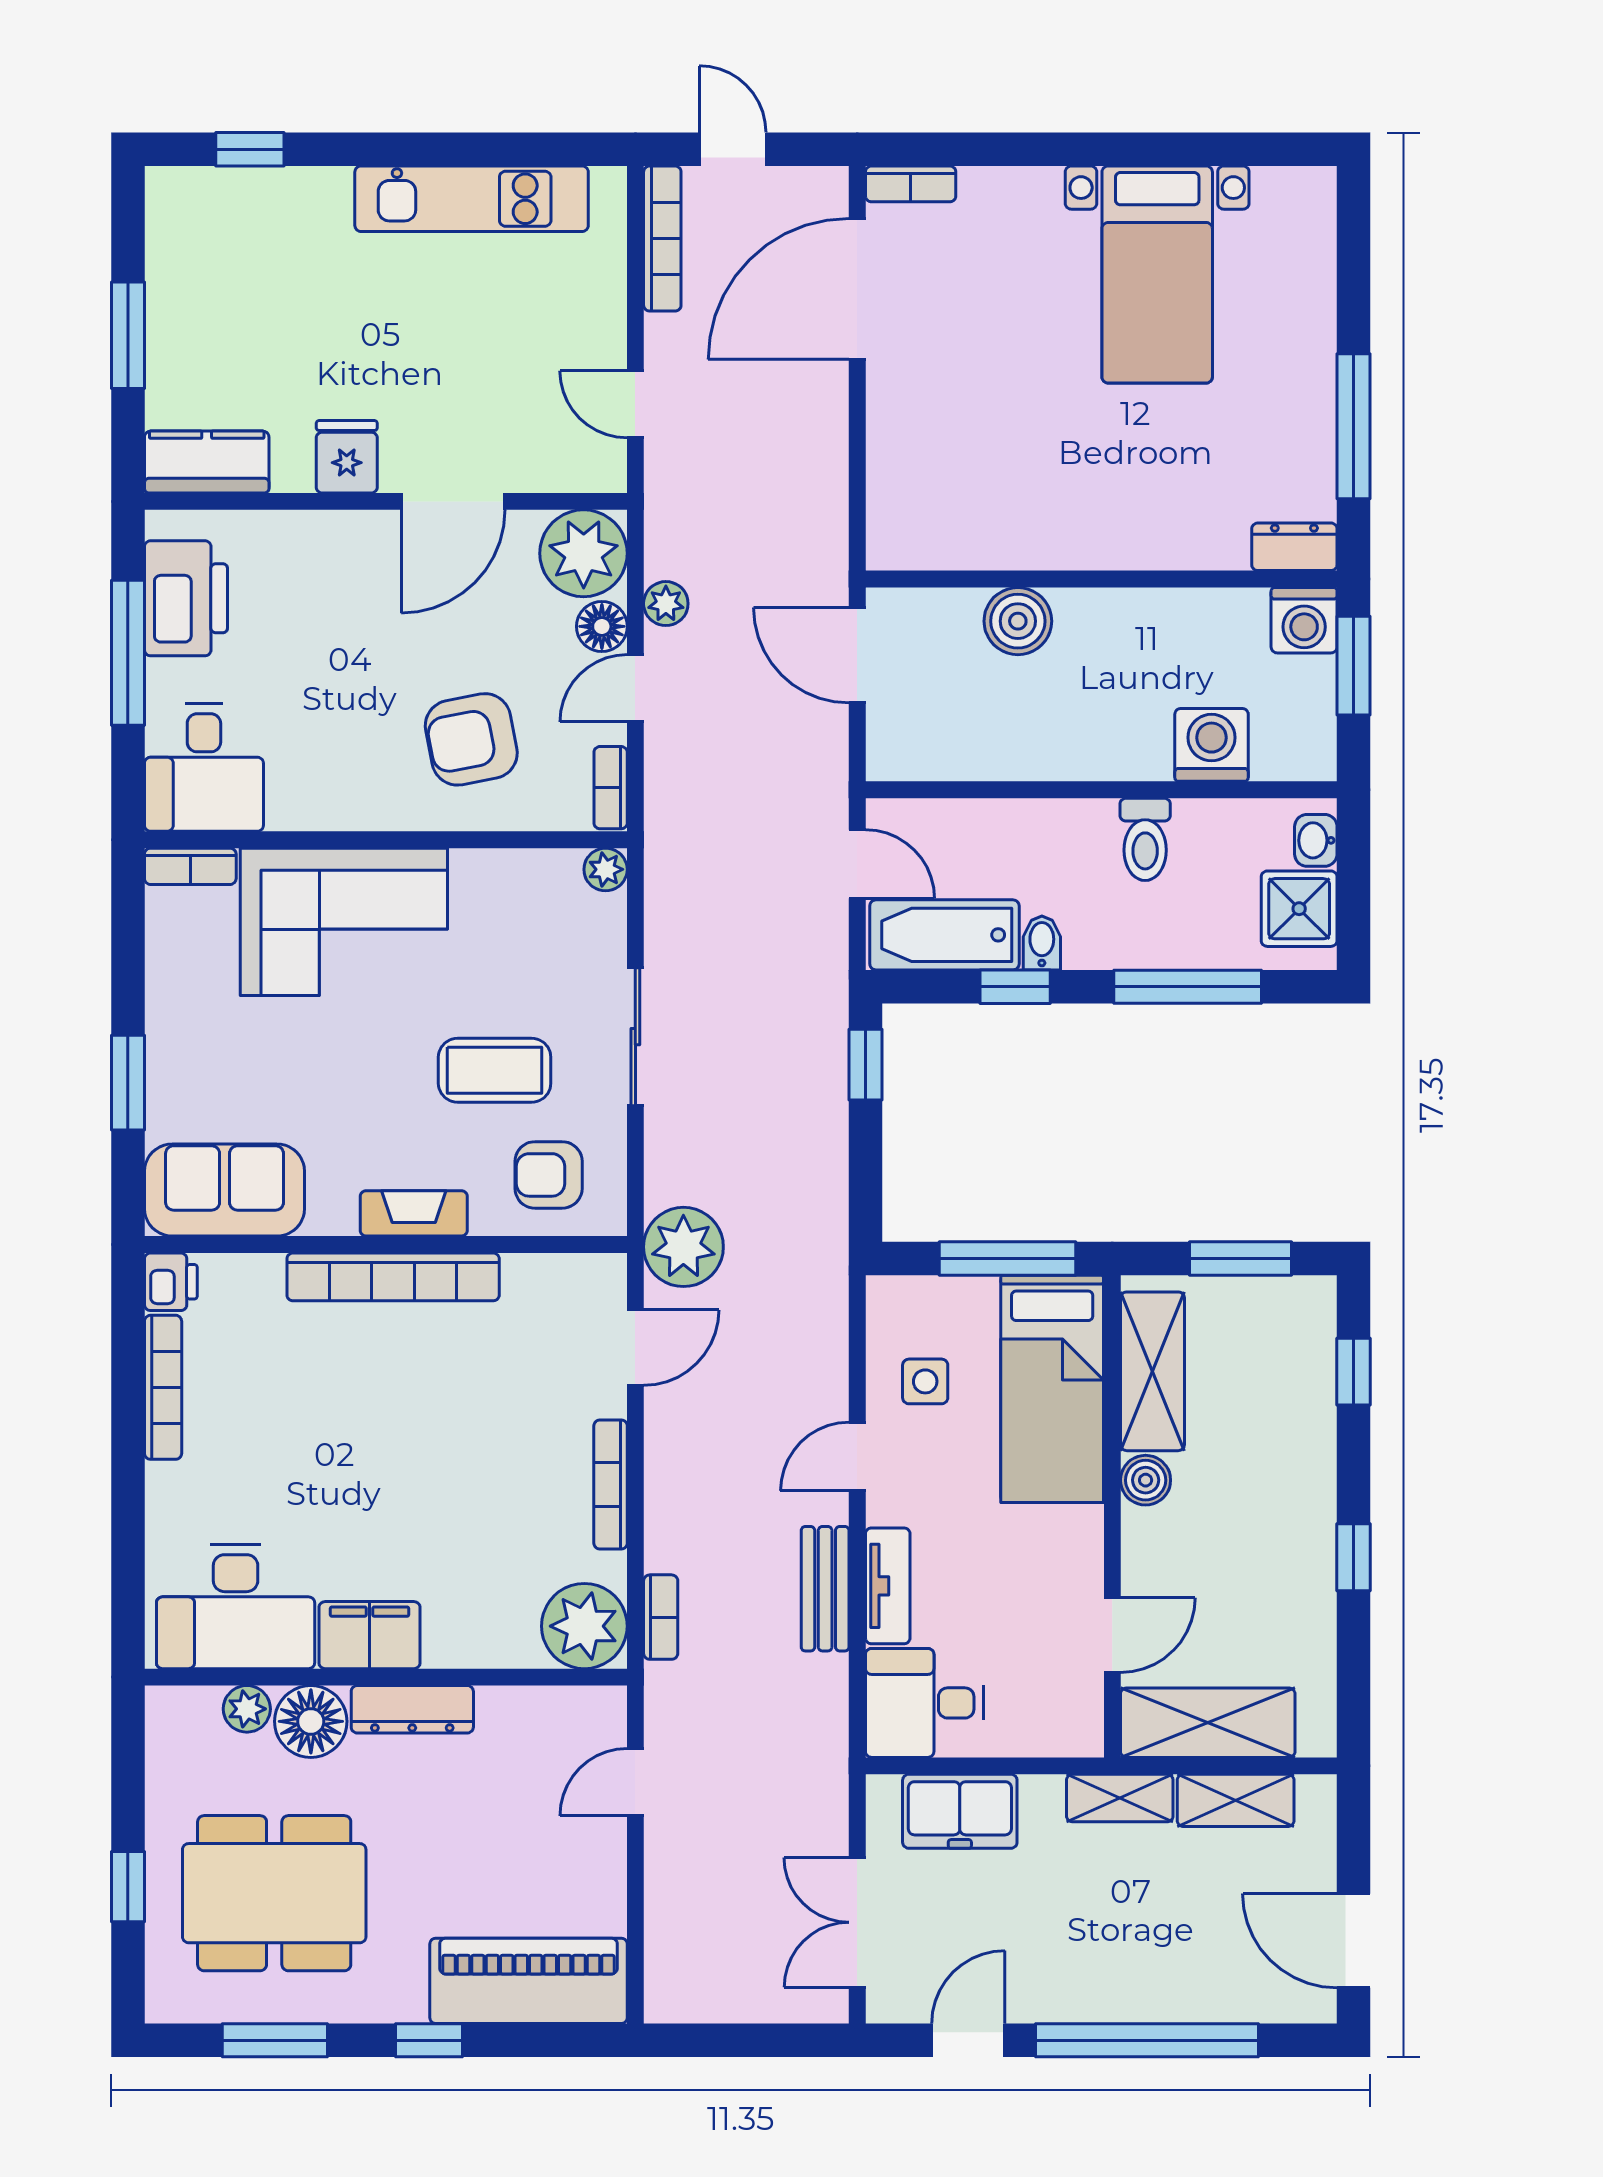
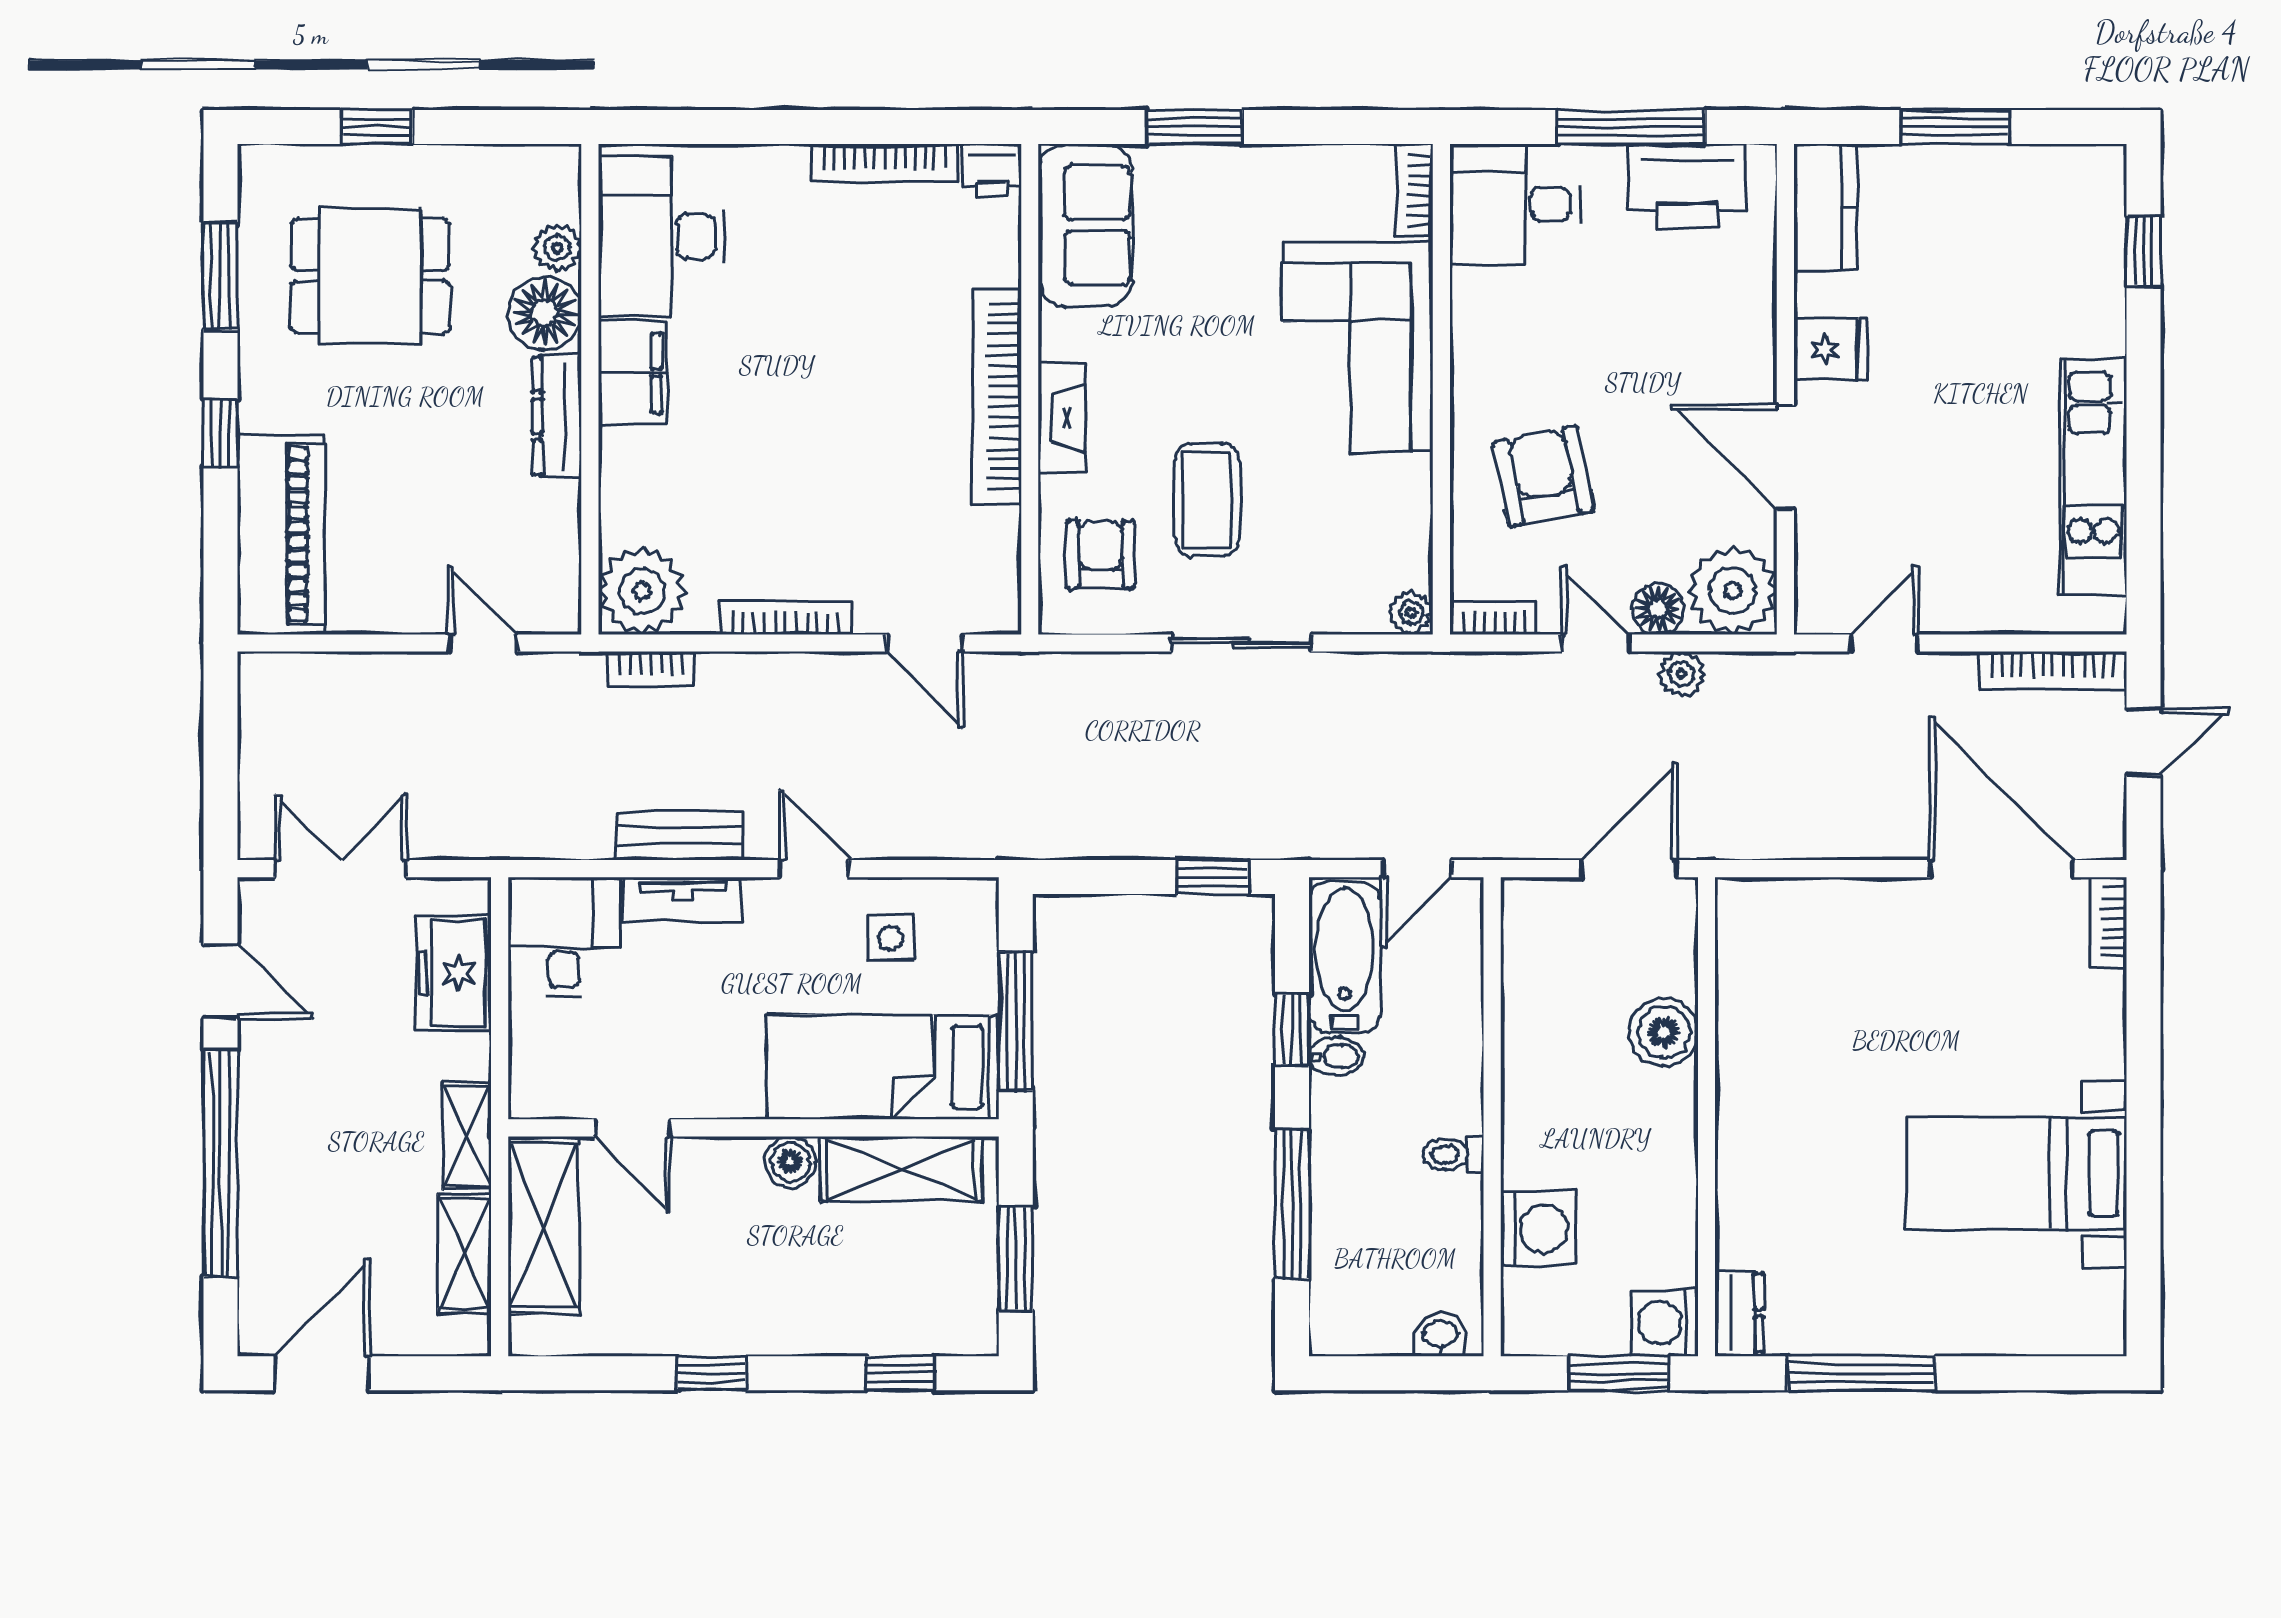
toilet: (1145, 839) -> (1453, 1154), width x0.73, depth x0.72
shower: (1299, 909) -> (1371, 1318), removed
plant: (683, 1247) -> (1027, 692), removed
dining table: (274, 1893) -> (370, 276), width x0.73

